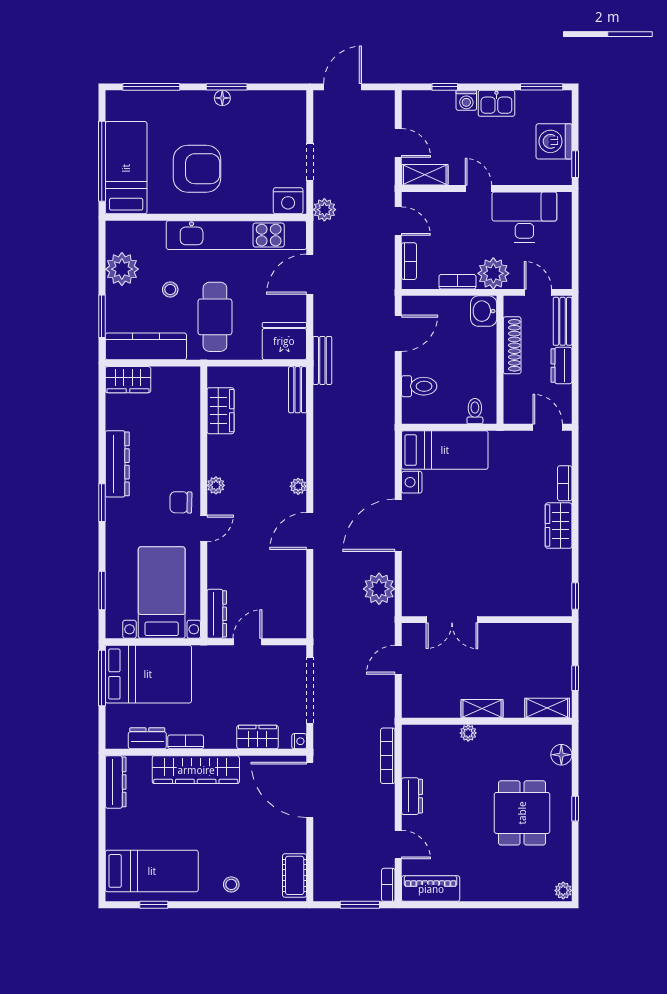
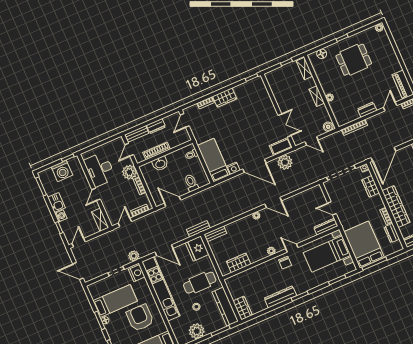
bed: (252, 134) -> (115, 301), added
door: (398, 143) -> (79, 243), moved
washbasin: (484, 311) -> (160, 164), moved
cot: (414, 594) -> (281, 147), added
boiler: (412, 705) -> (328, 127), added

